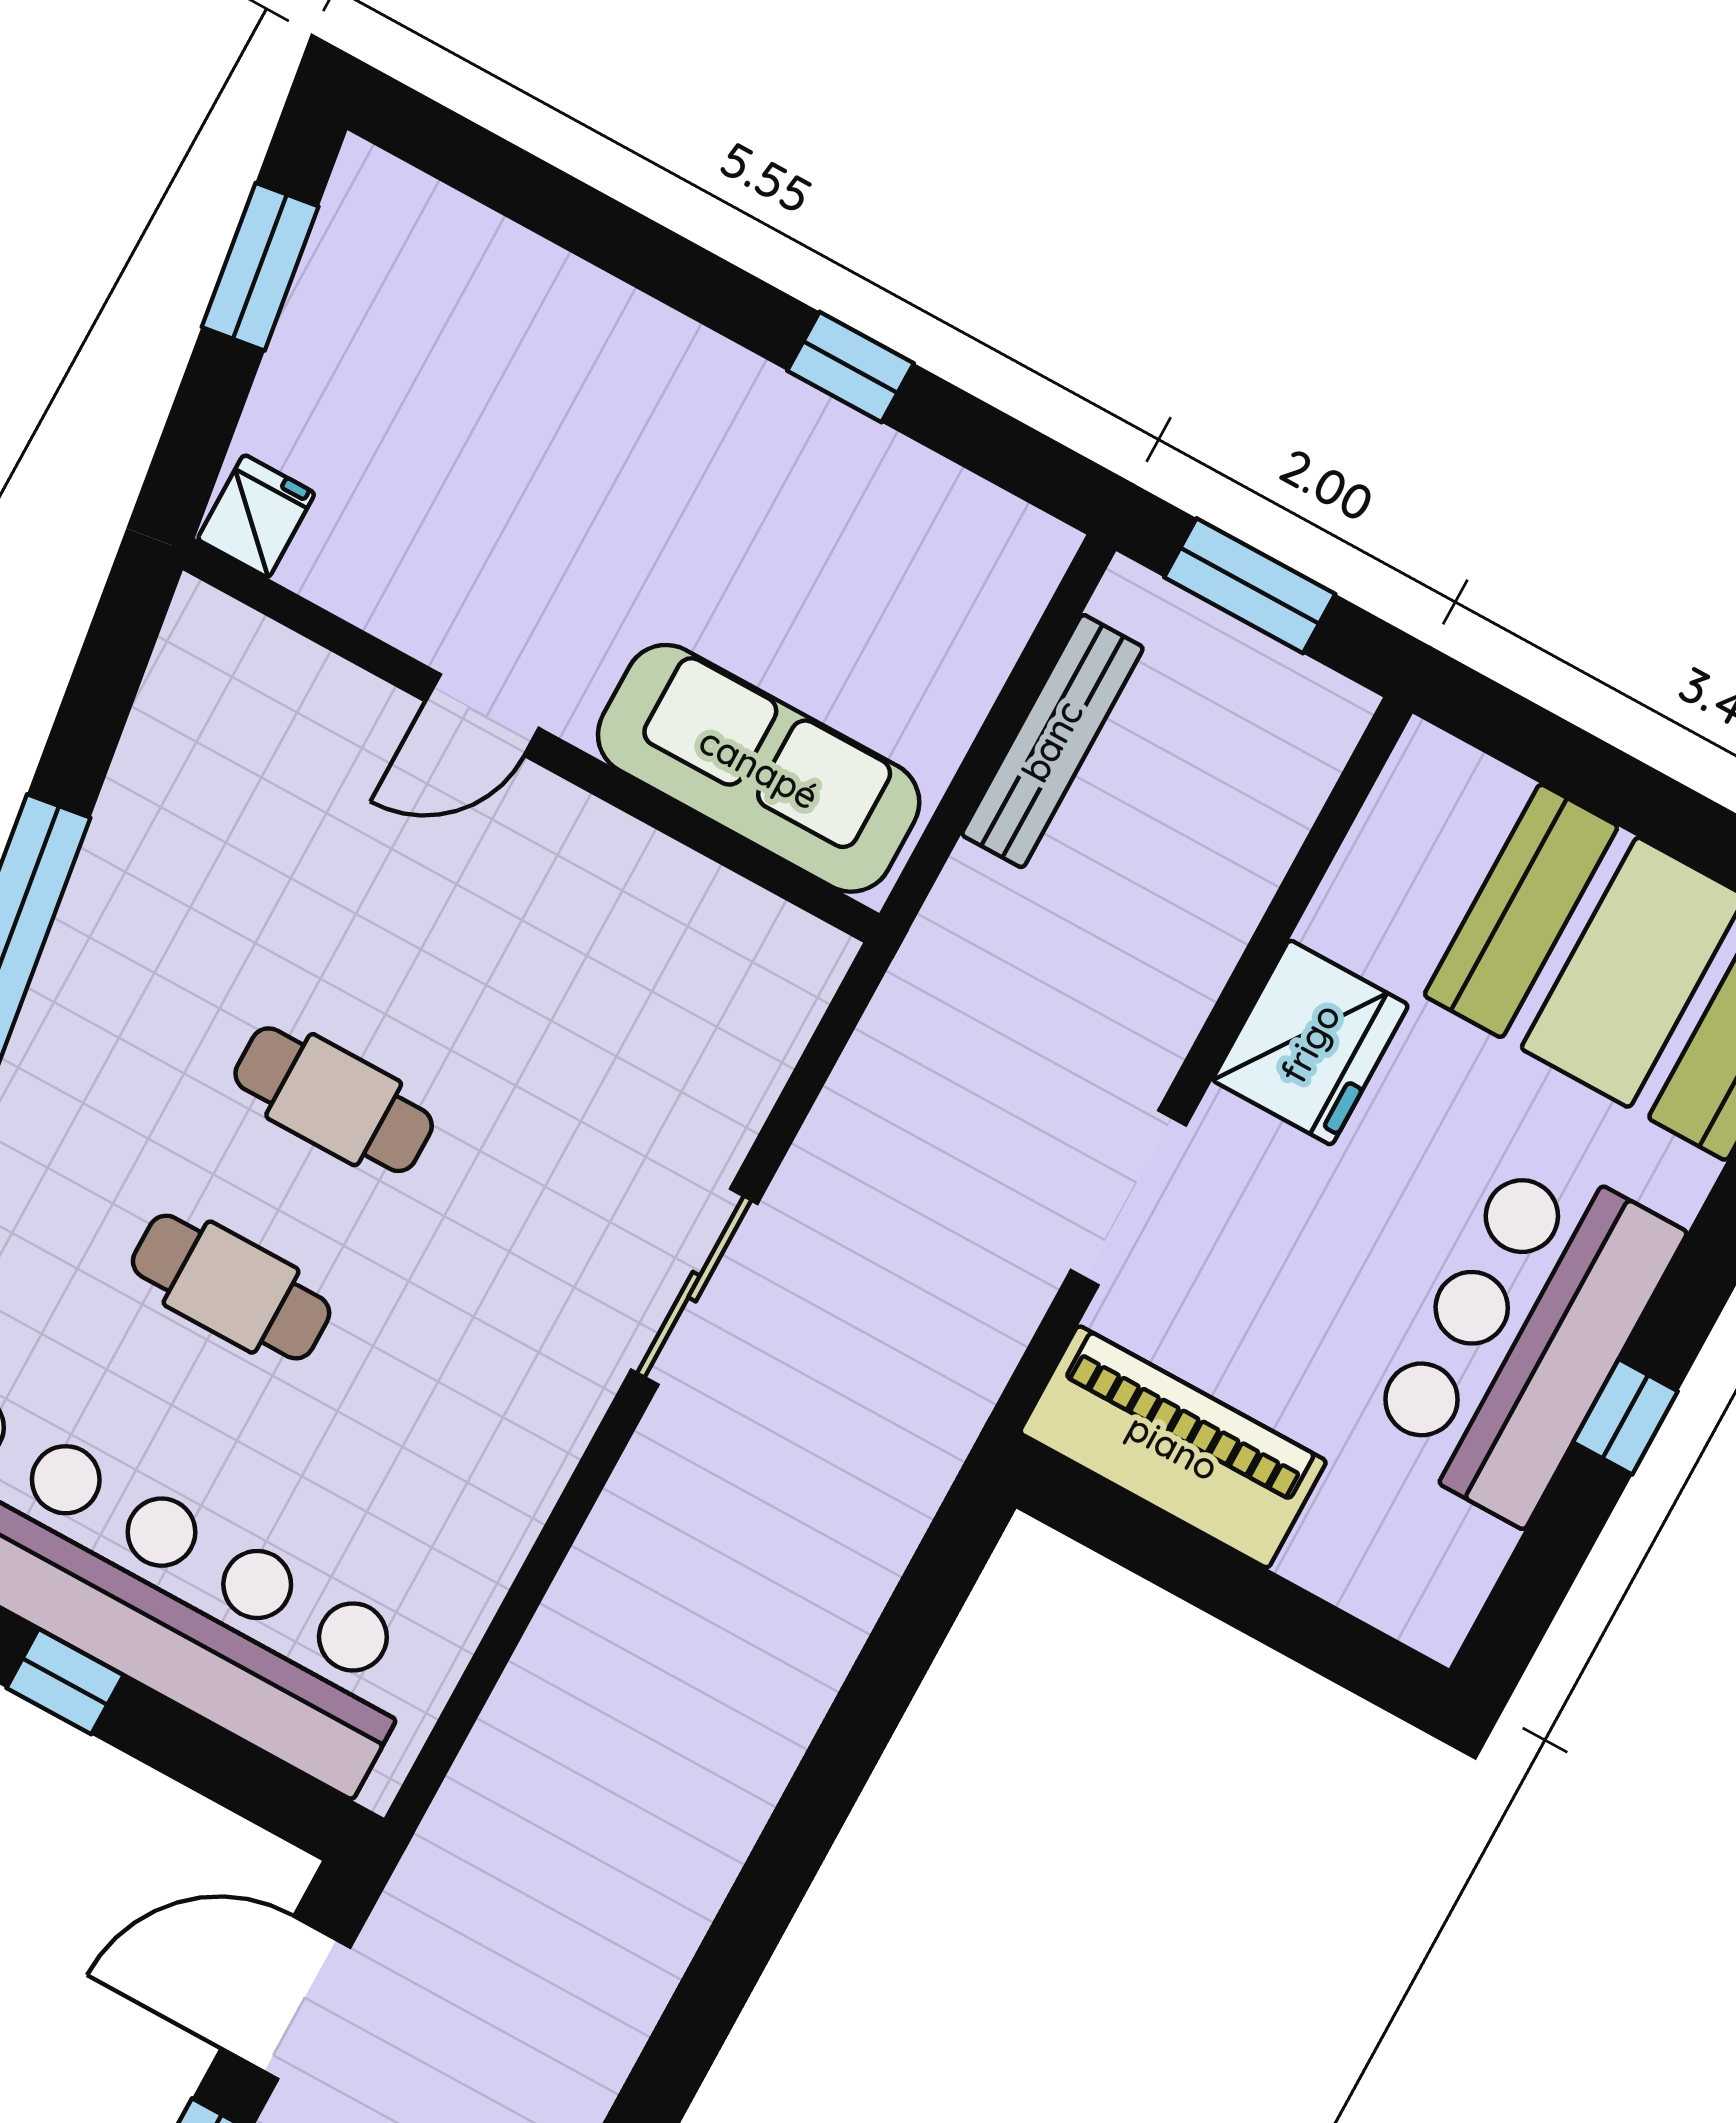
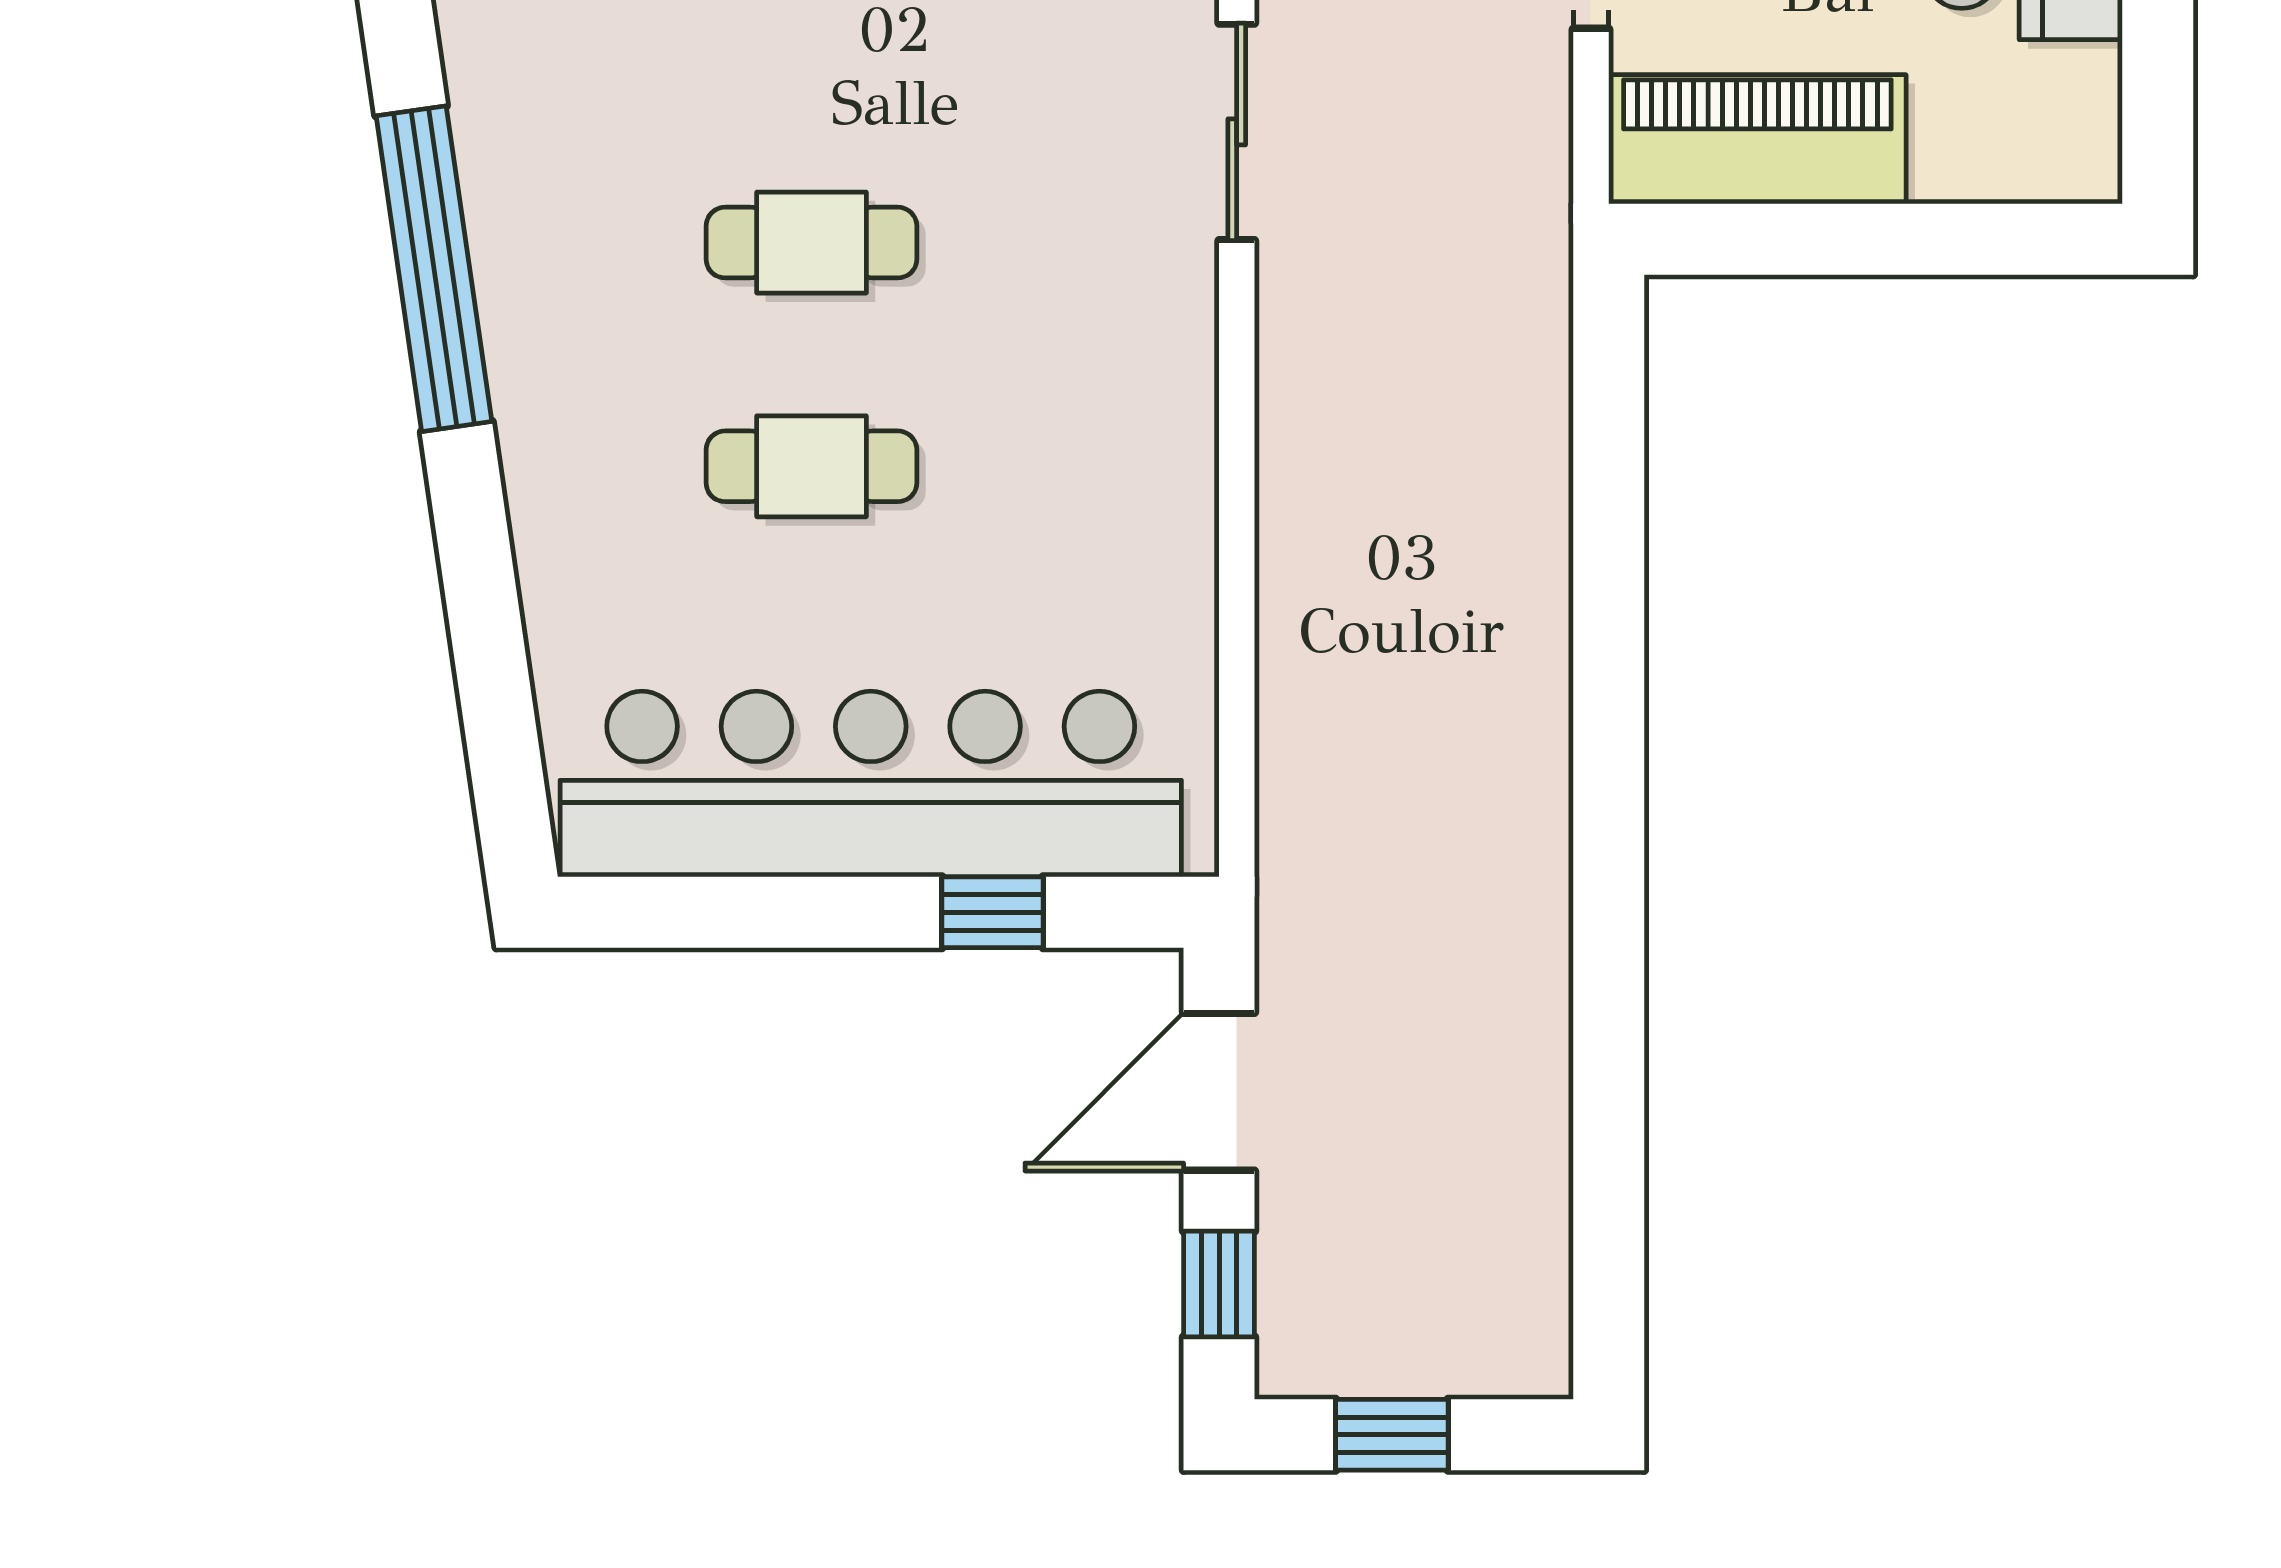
sliding door: (694, 1287) -> (1237, 132), moved
window: (65, 1682) -> (993, 912), moved

